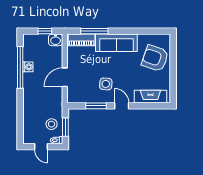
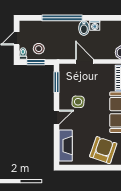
window: (20, 67) -> (62, 18), moved
bidet: (30, 78) -> (84, 28), added
window: (96, 106) -> (56, 82), moved

